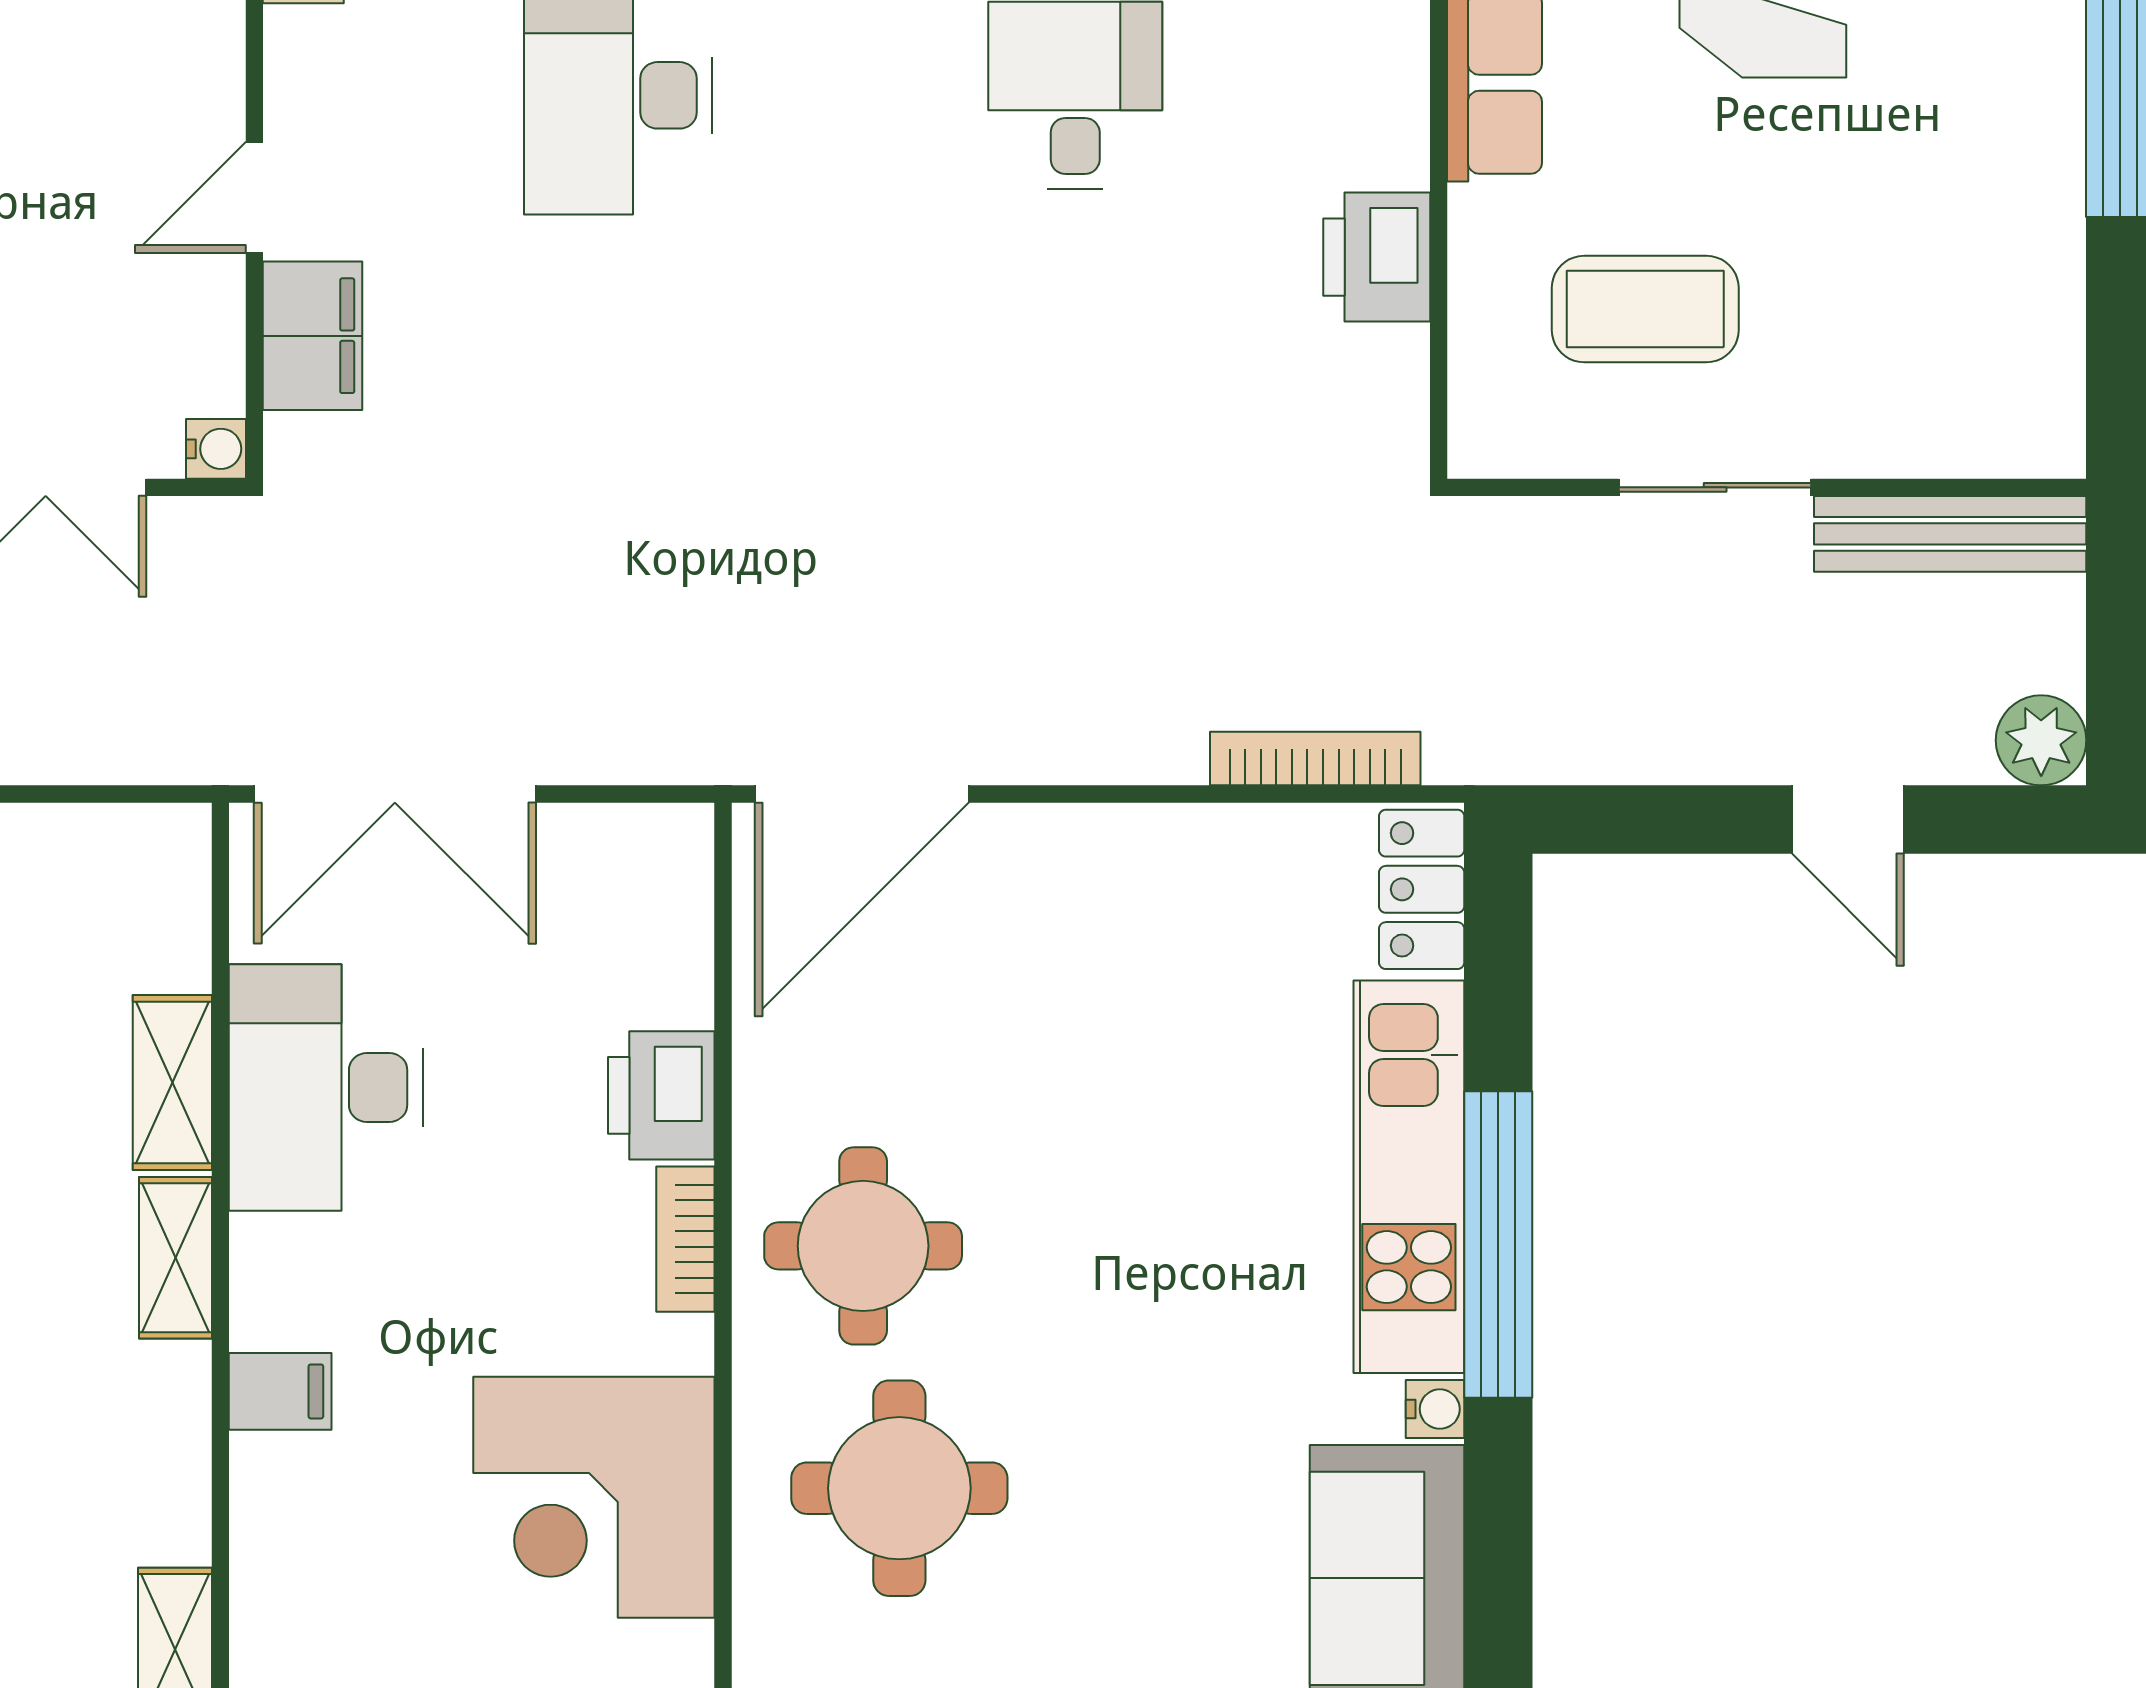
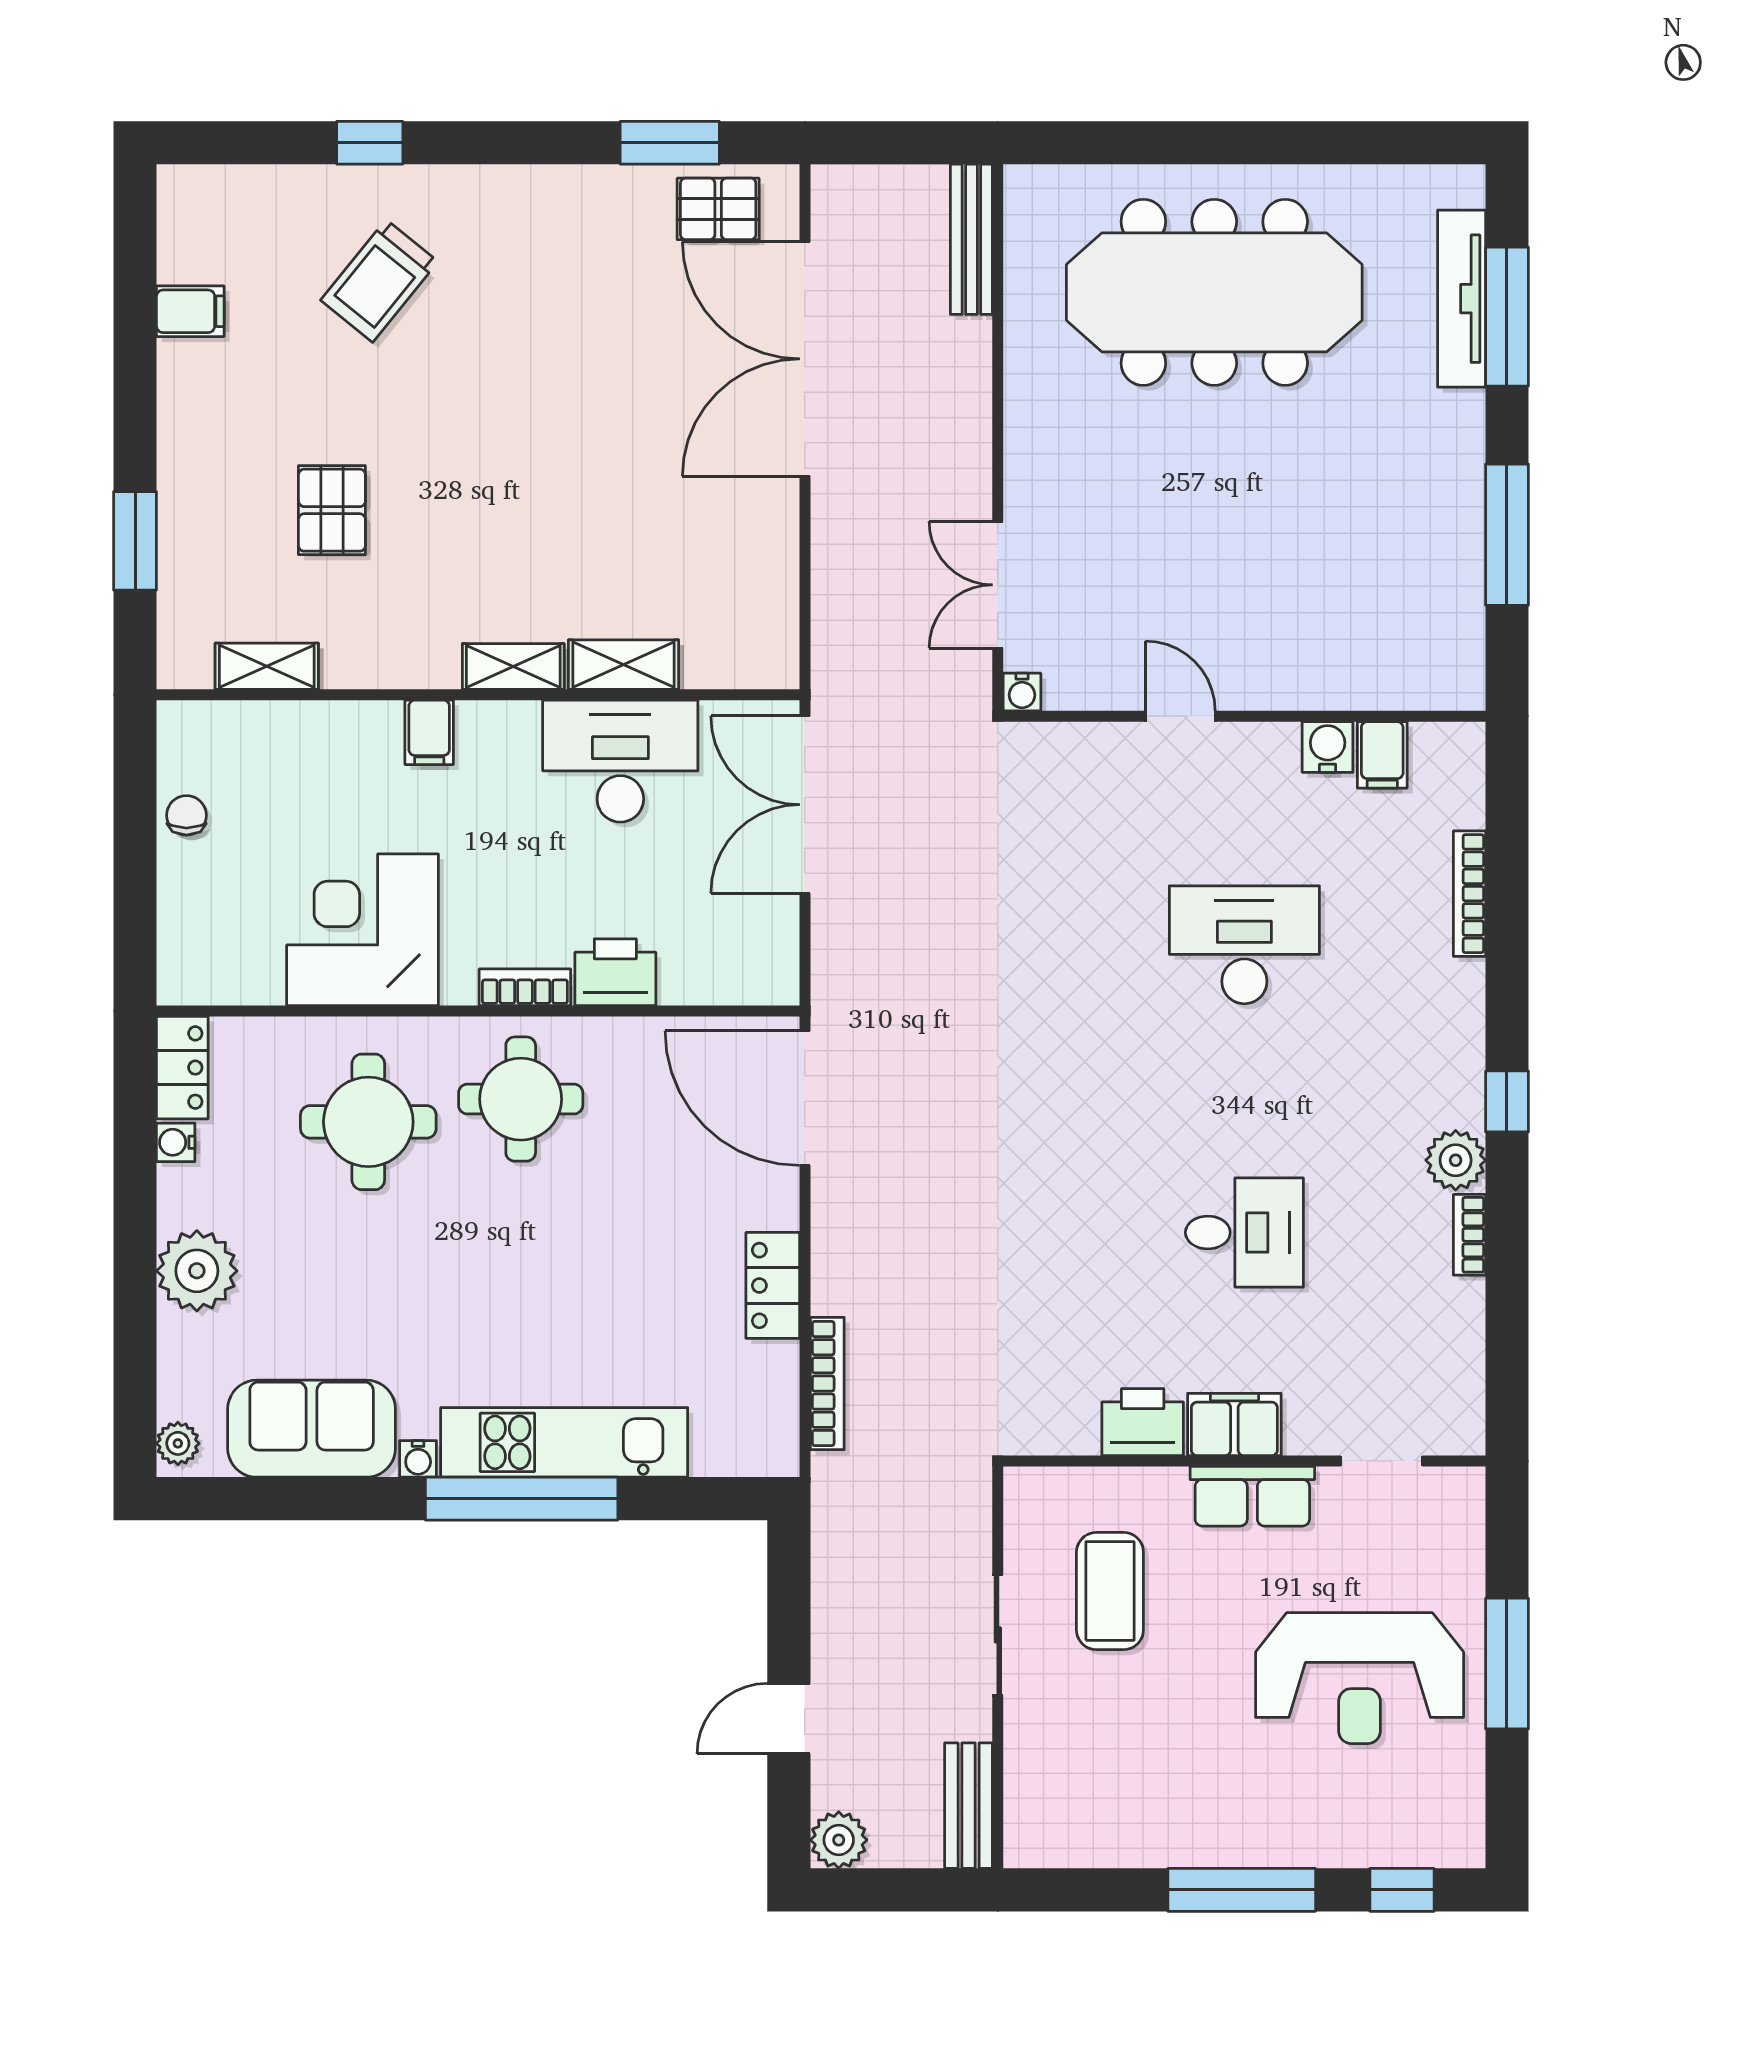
filing cabinet: (312, 336) -> (1234, 1425), moved, turned 180
bench: (1950, 534) -> (969, 1806), width x0.73
locker: (1422, 889) -> (773, 1285), moved, turned -90

